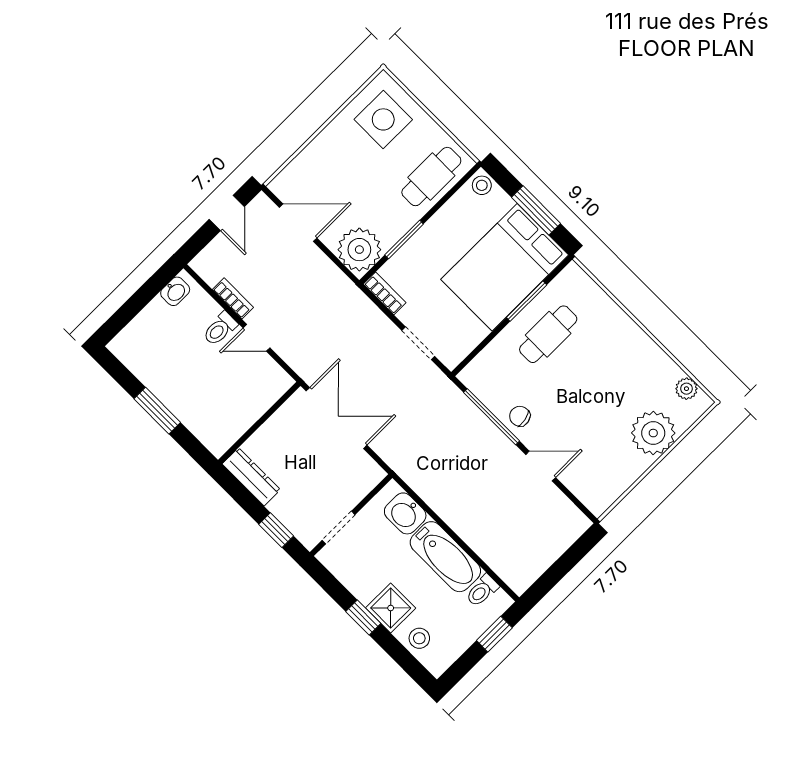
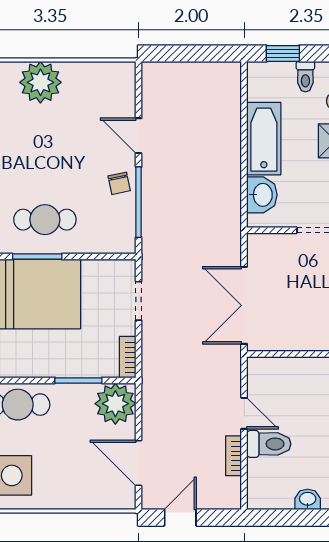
washbasin: (175, 291) -> (308, 499), moved
toilet: (220, 329) -> (269, 444), width x1.37, depth x1.39
toilet: (482, 591) -> (305, 77), moved, turned 90

